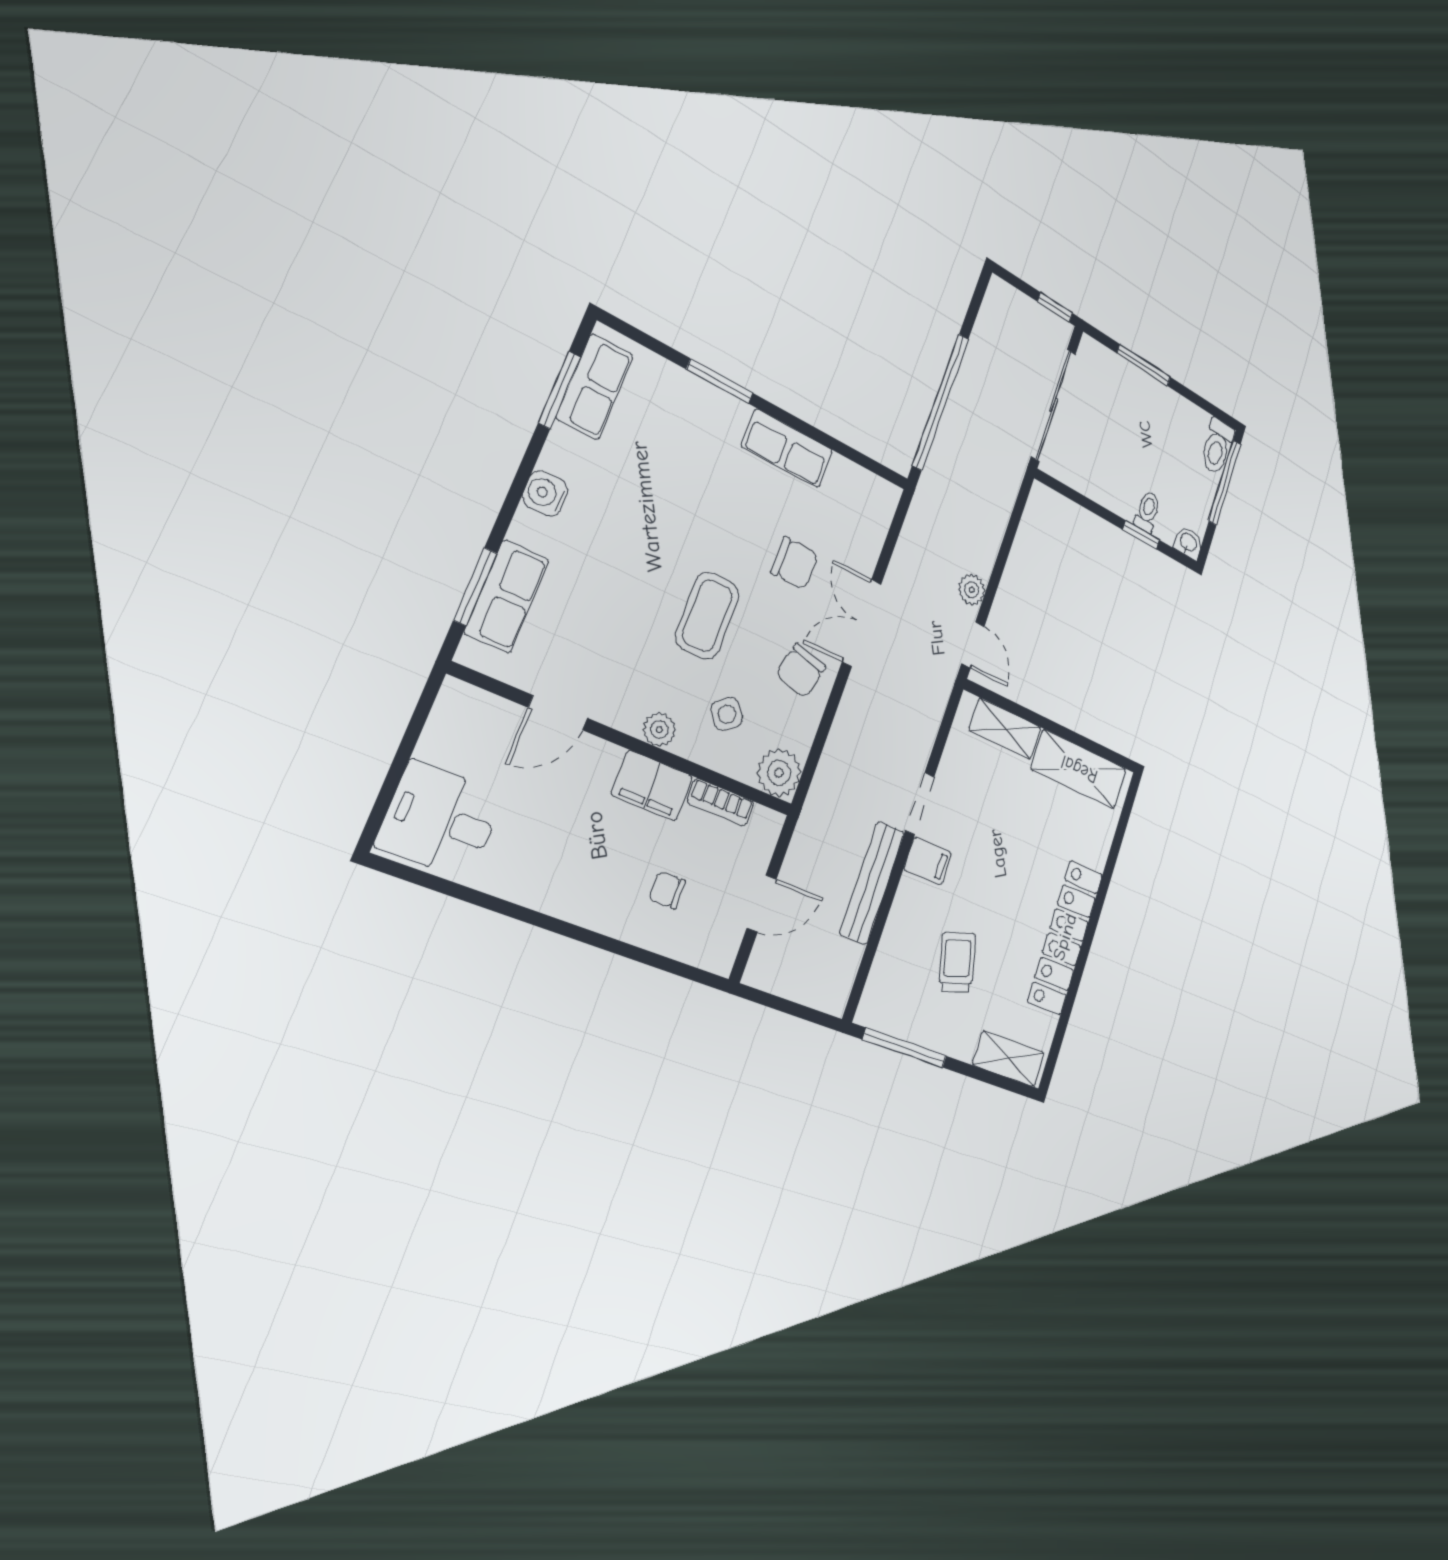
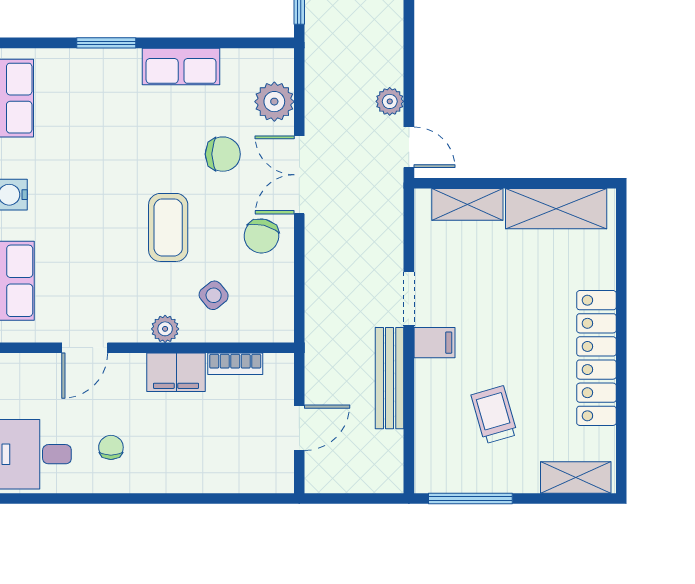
plant: (779, 773) -> (274, 102), moved
chair: (667, 890) -> (111, 447), moved, turned 90

